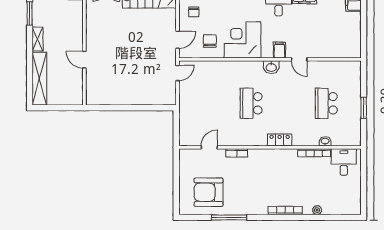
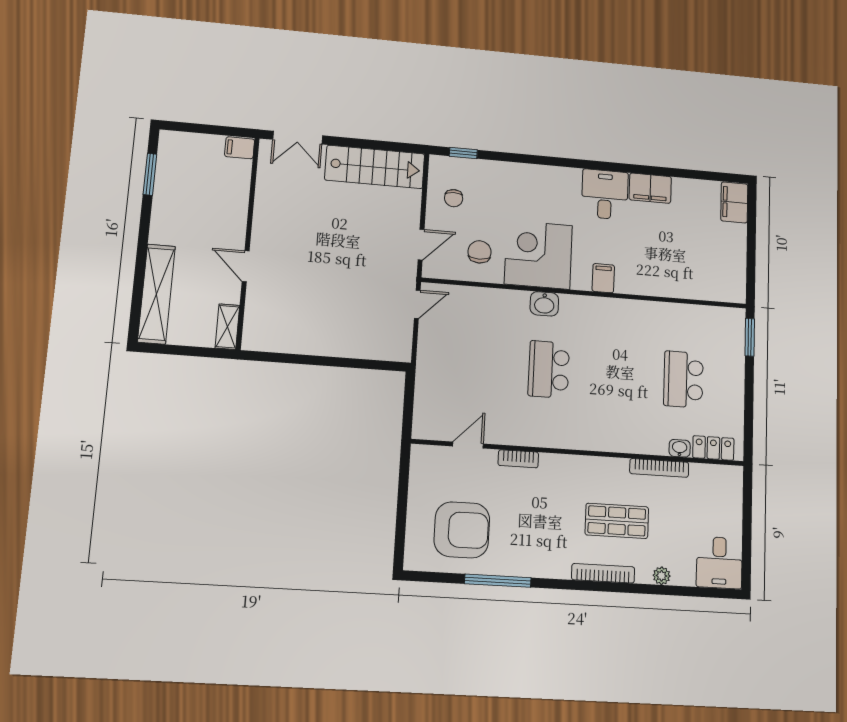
shelving: (38, 39) -> (227, 327), moved
door: (299, 59) -> (638, 297), removed
washbasin: (271, 67) -> (544, 304), moved
window: (364, 108) -> (750, 337), moved
locker: (280, 140) -> (713, 448), moved
desk: (344, 162) -> (719, 563), moved, turned 180
shop shelf: (292, 183) -> (617, 521), added
armchair: (209, 192) -> (462, 530), turned 180

